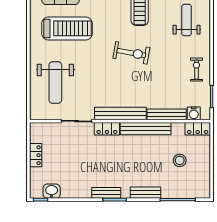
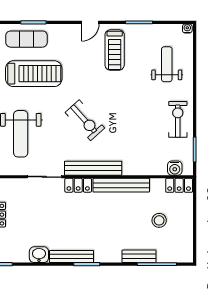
exercise bike: (131, 53) -> (85, 120), moved, turned 38
exercise bike: (196, 70) -> (178, 119), width x1.38, depth x1.39
bench: (167, 114) -> (145, 169), removed
washbasin: (52, 191) -> (39, 255), moved
bench: (106, 193) -> (72, 257), width x1.36
bench: (146, 193) -> (139, 256), moved

